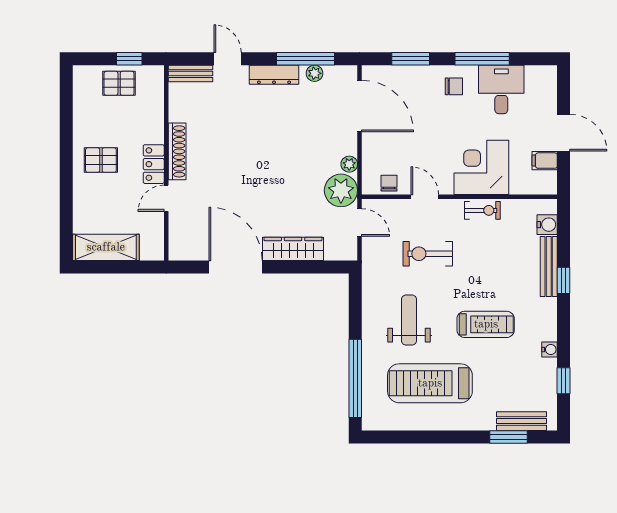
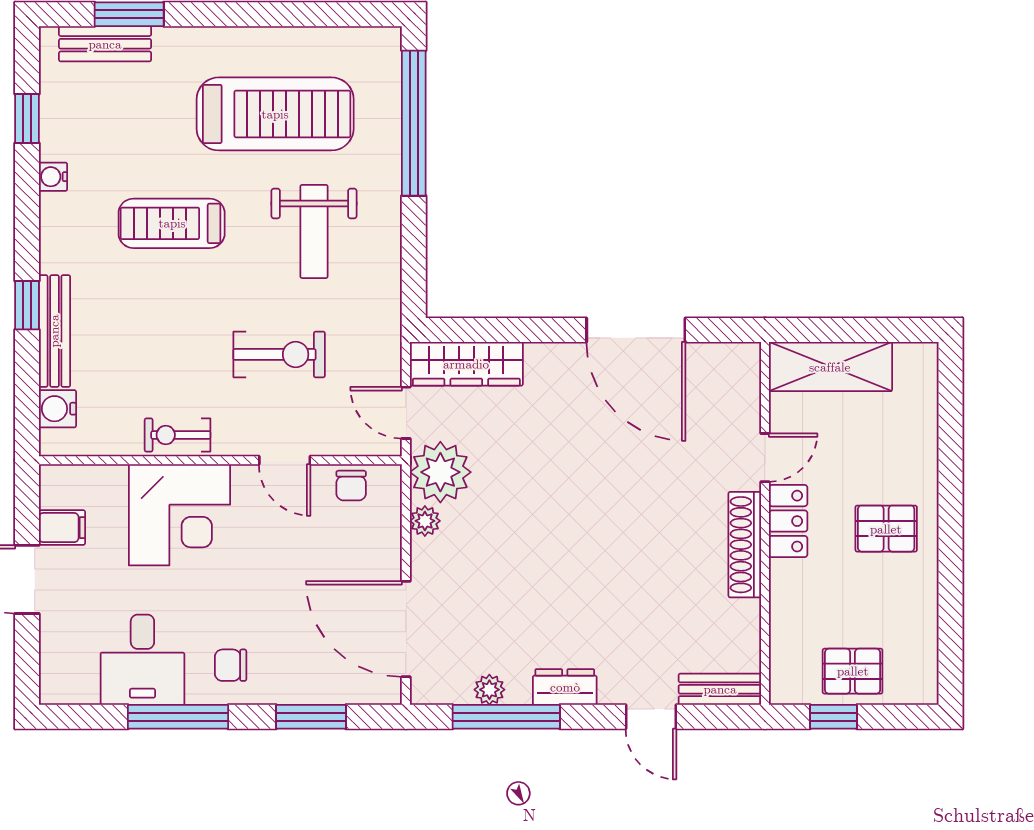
dresser: (274, 75) -> (565, 687), width x0.70
shelving: (106, 247) -> (830, 367), moved
wardrobe: (293, 249) -> (466, 364), moved

